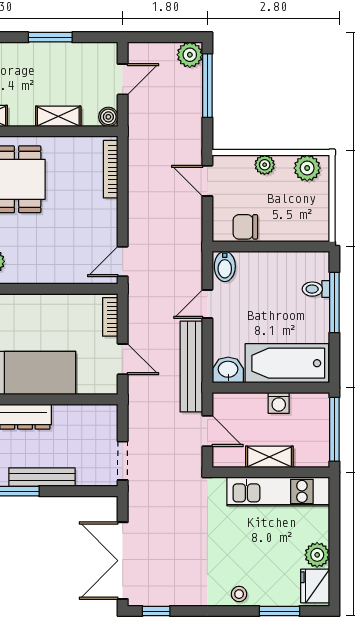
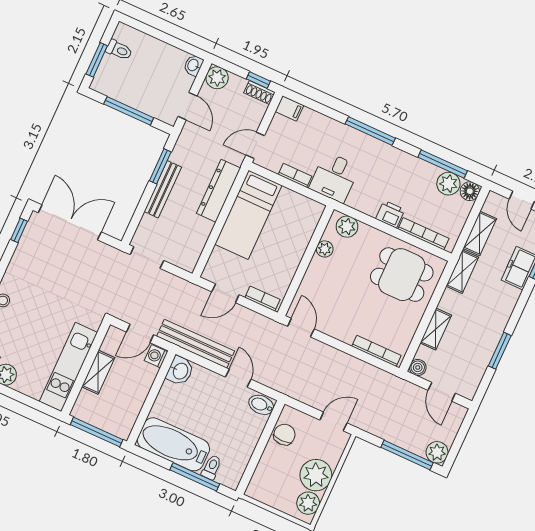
plant: (265, 165) -> (316, 475), width x1.87, depth x1.87
plant: (27, 274) -> (325, 249), added
bathtub: (287, 363) -> (173, 444), moved, turned -90
washing machine: (279, 403) -> (156, 356), moved

